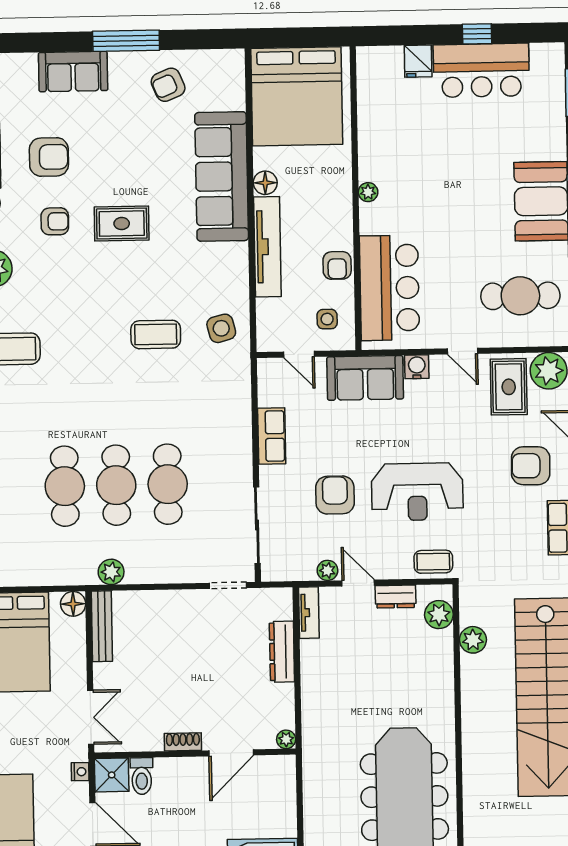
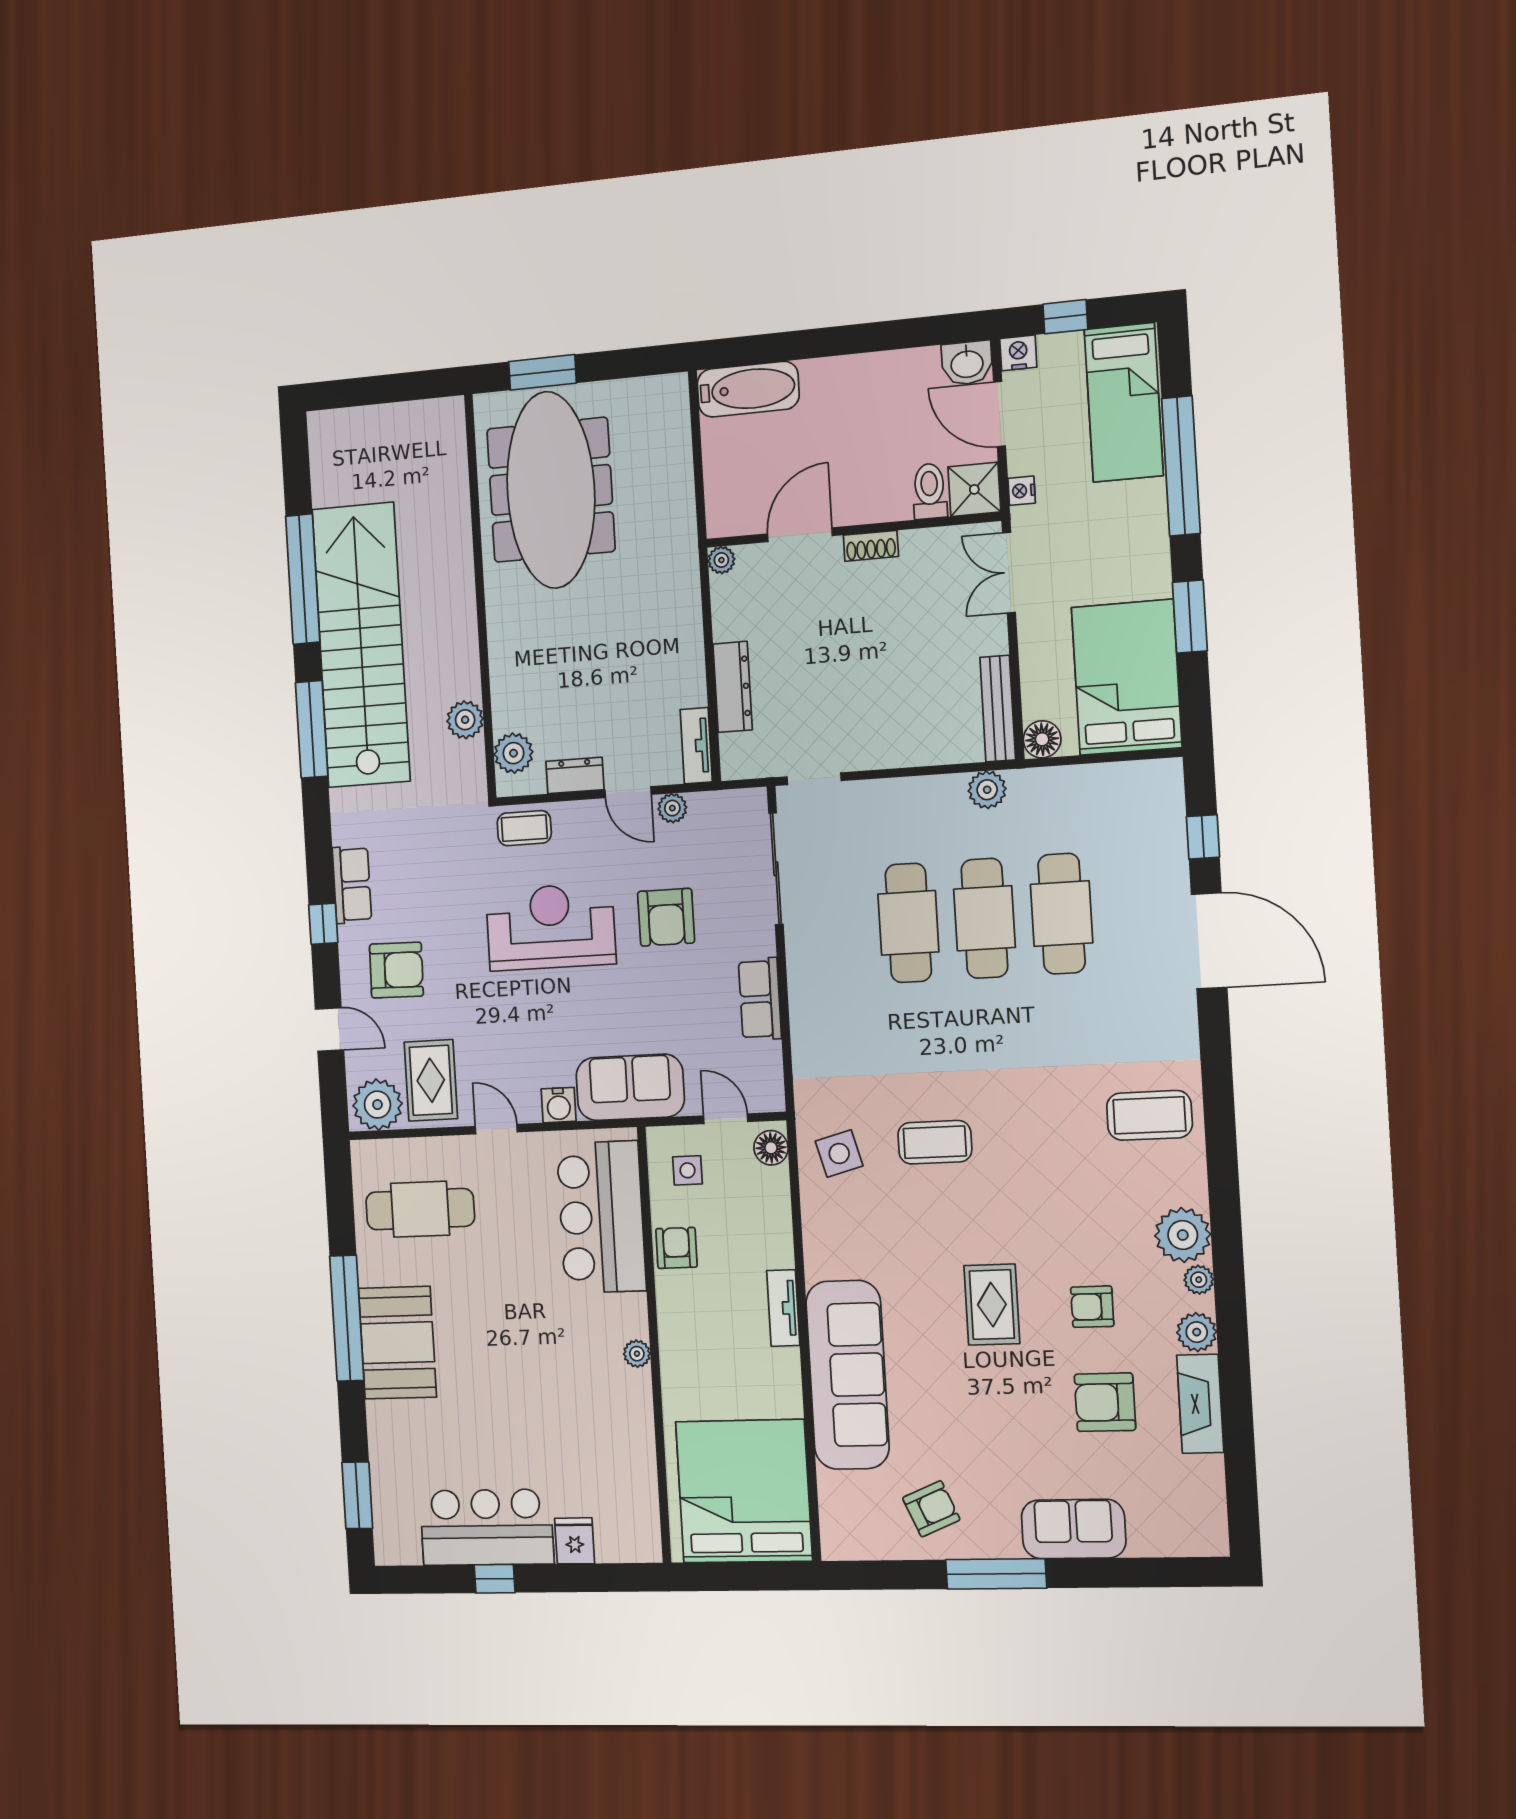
floor lamp: (265, 183) -> (771, 1148), moved
rug: (122, 224) -> (992, 1305), turned 90
tv unit: (267, 247) -> (783, 1308), width x0.52, depth x0.78

